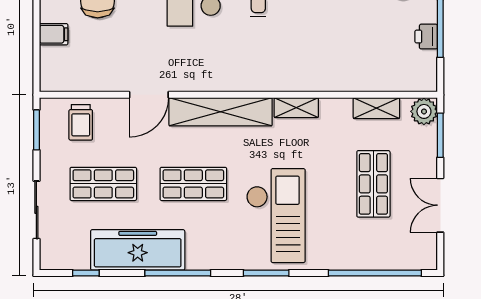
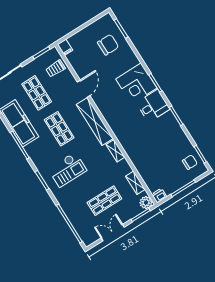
filing cabinet: (54, 34) -> (65, 47), moved
printer: (426, 37) -> (159, 195), moved
door: (149, 95) -> (84, 89), swing flipped
checkout: (276, 216) -> (67, 170), width x0.73, depth x0.83

